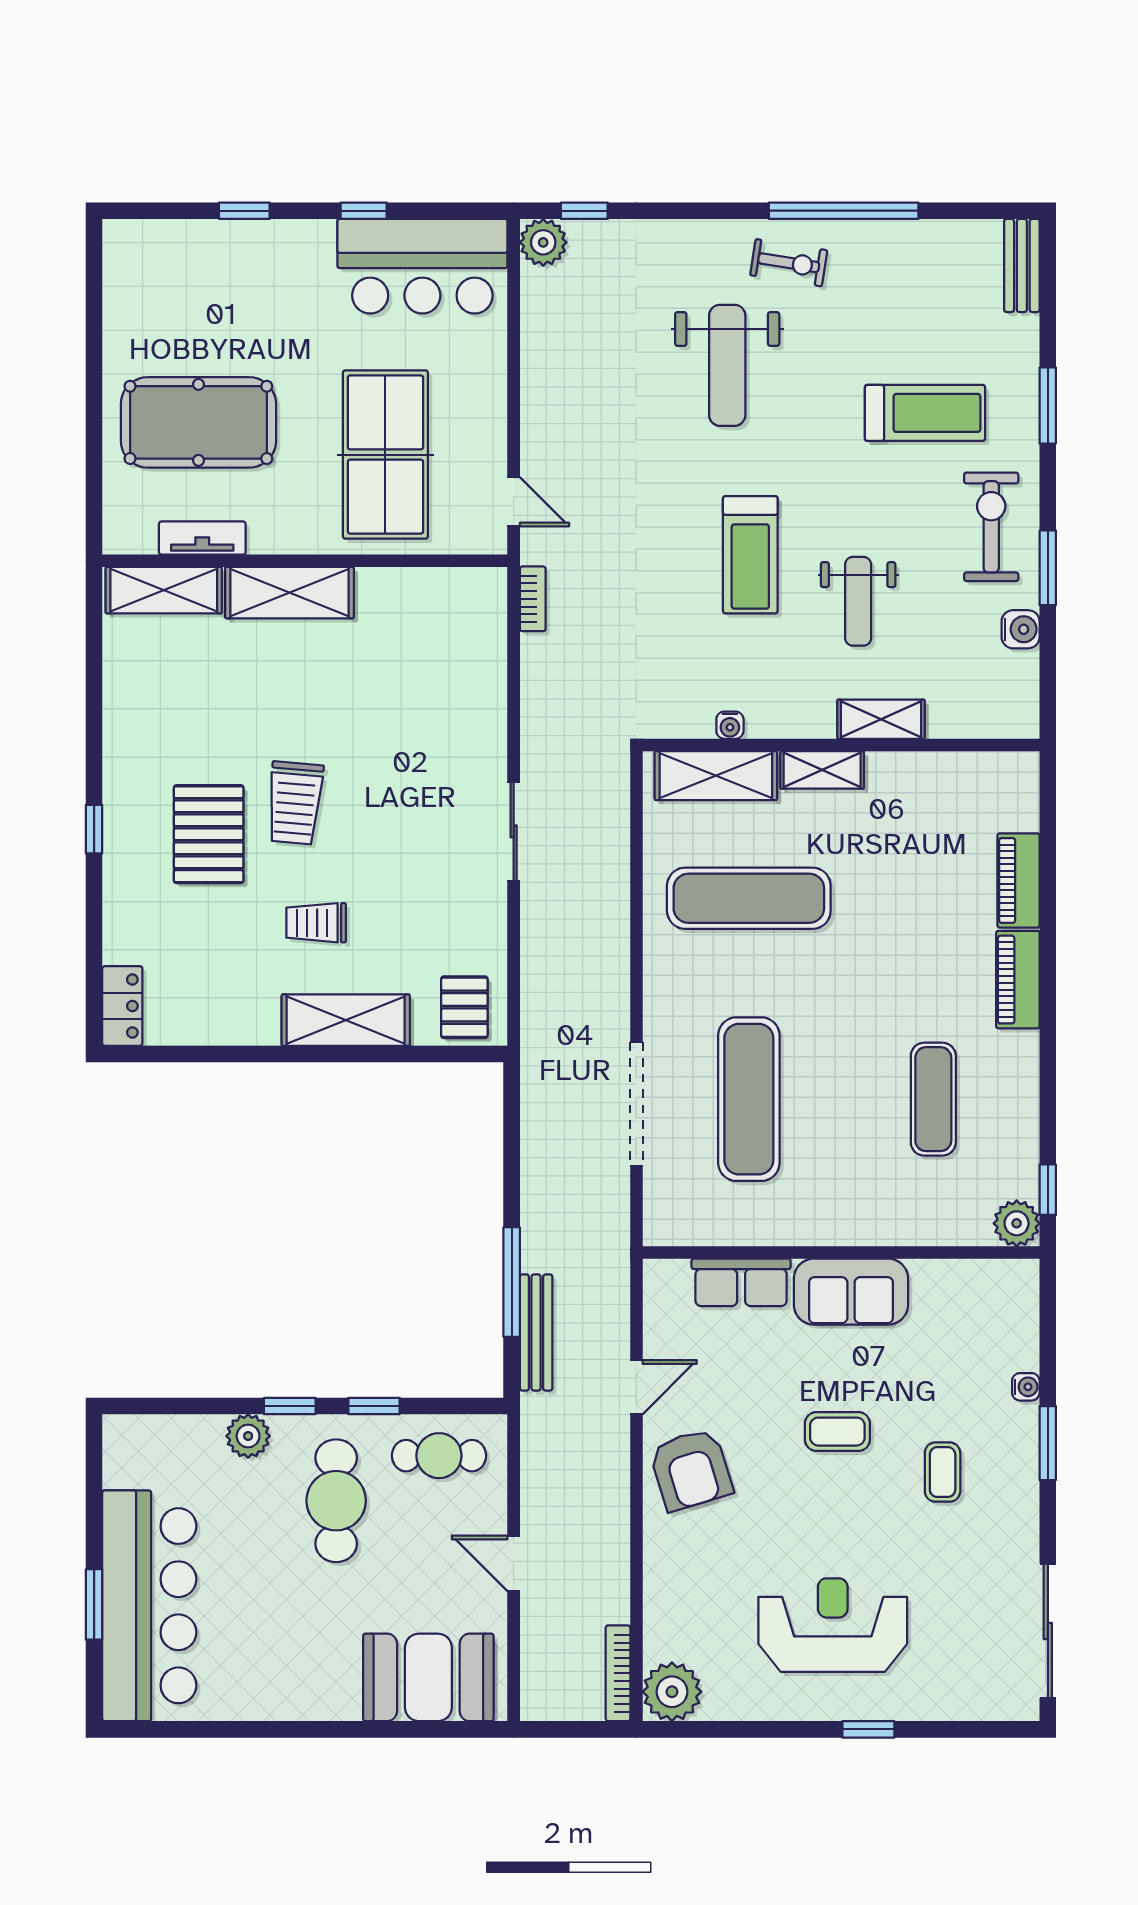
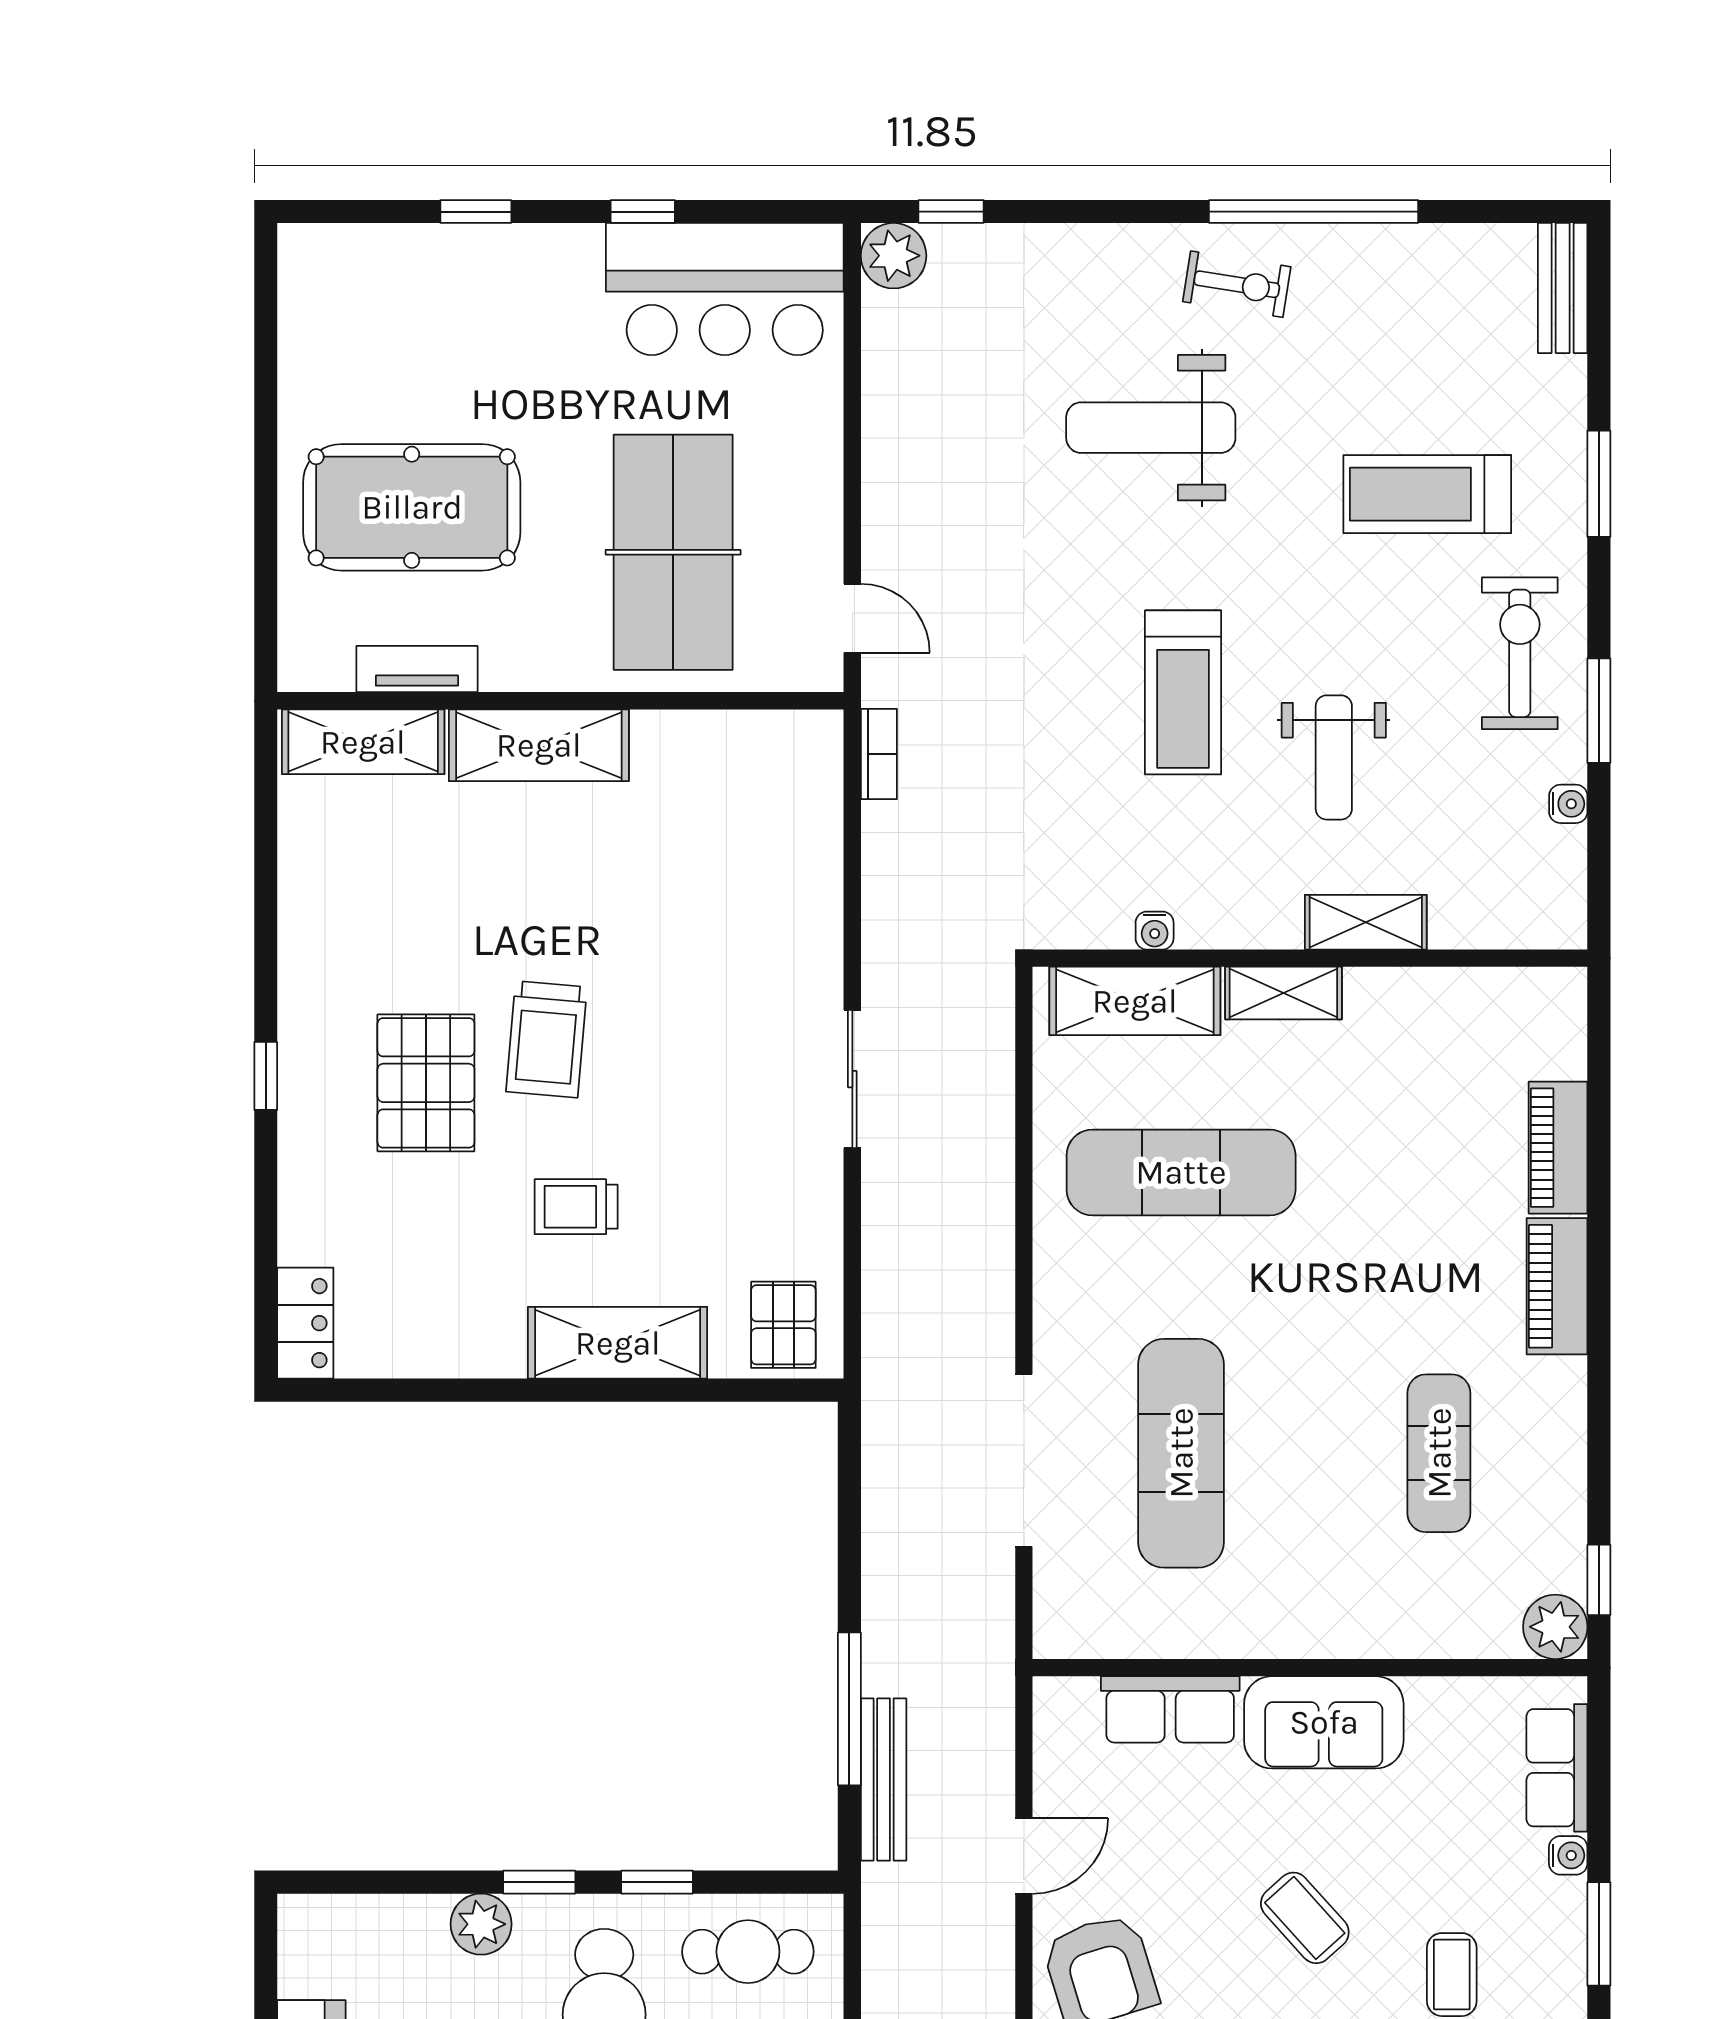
weight bench: (727, 365) -> (1151, 428), turned 90
treadmill: (925, 413) -> (1427, 494), turned 180
water cooler: (1021, 629) -> (1568, 804), width x0.72, depth x0.72
row of seats: (1018, 1324) -> (1557, 1768), added
coffee table: (837, 1432) -> (1305, 1918), turned 48

